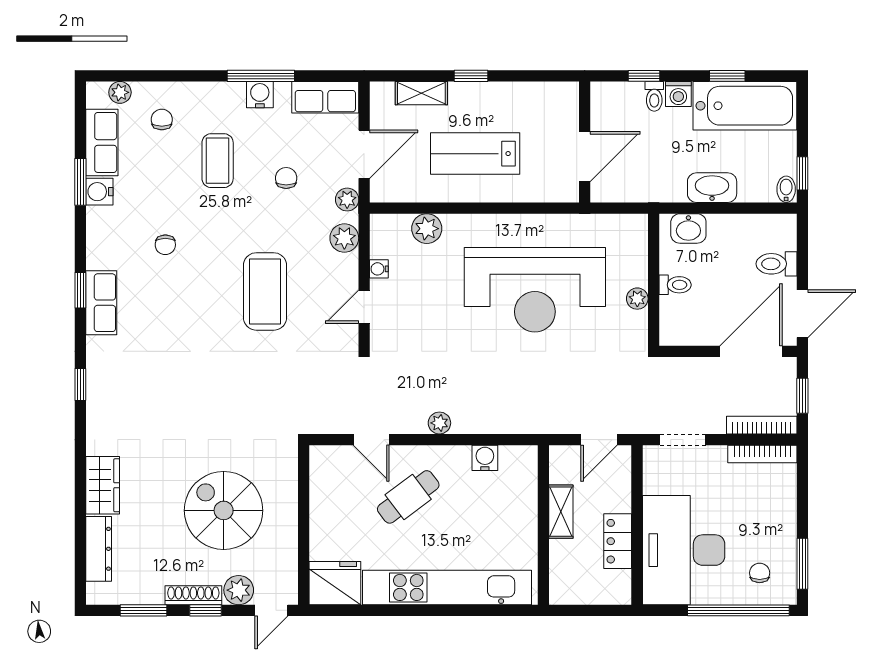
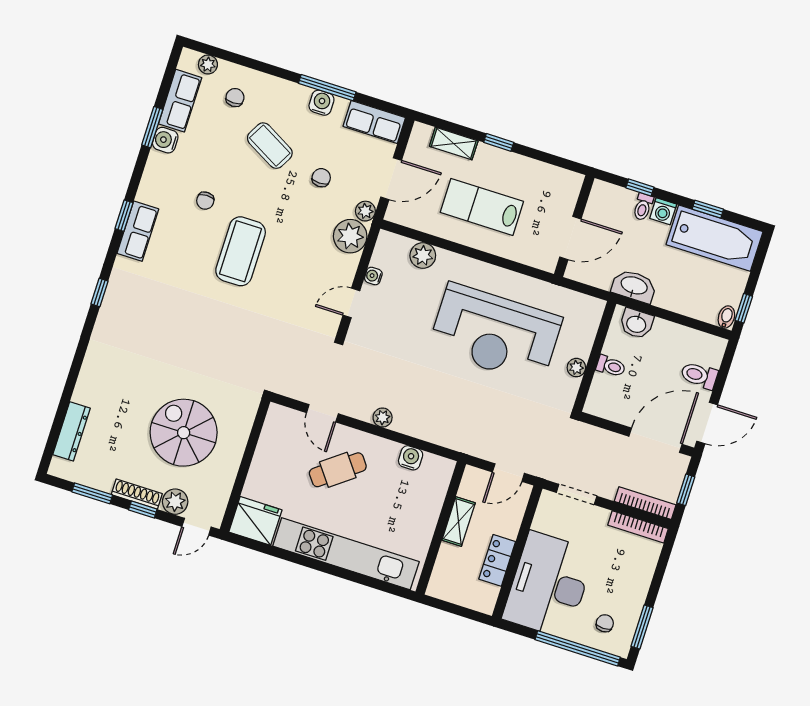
coffee table: (218, 161) -> (270, 146), turned -61
washbasin: (712, 188) -> (634, 286), moved
plant: (344, 238) -> (350, 236), width x1.36, depth x1.36
coffee table: (265, 291) -> (241, 251), moved
wardrobe: (103, 485) -> (91, 381), removed

